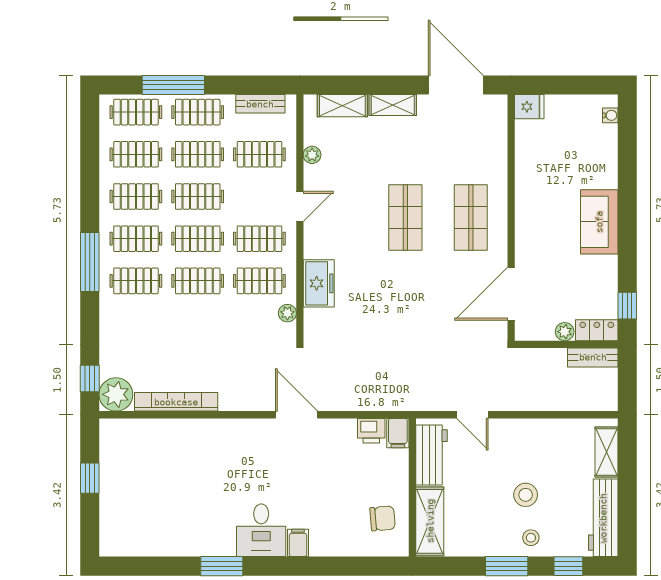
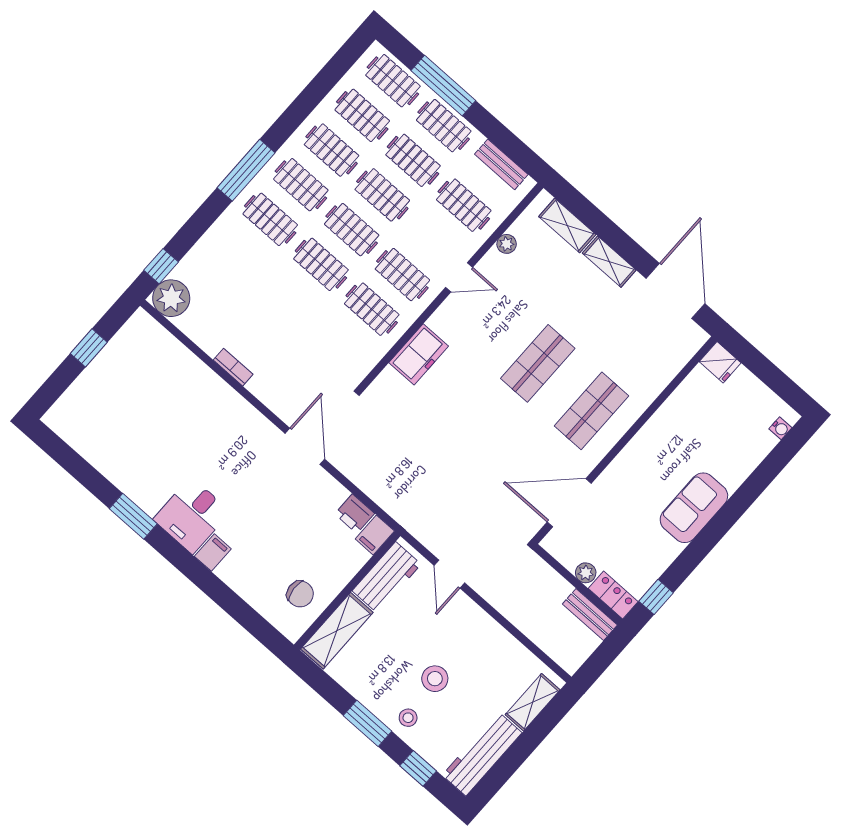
plant: (287, 313) -> (371, 356), removed
bookcase: (176, 402) -> (233, 367), width x0.43, depth x0.76

